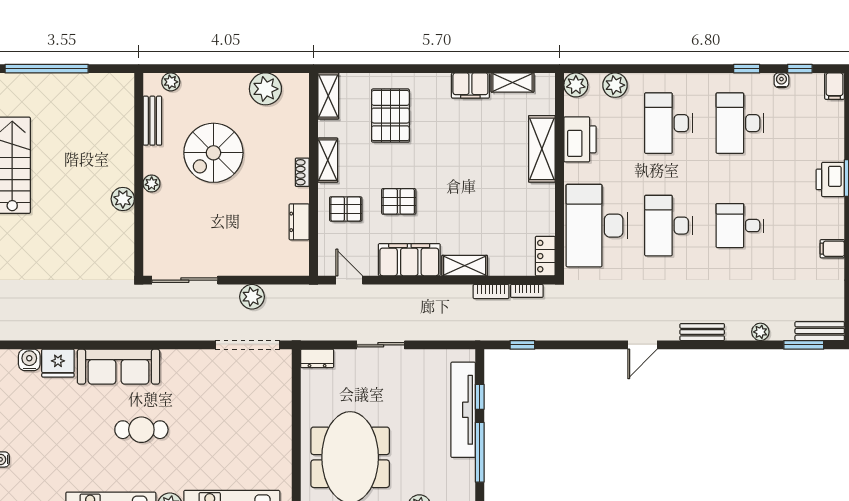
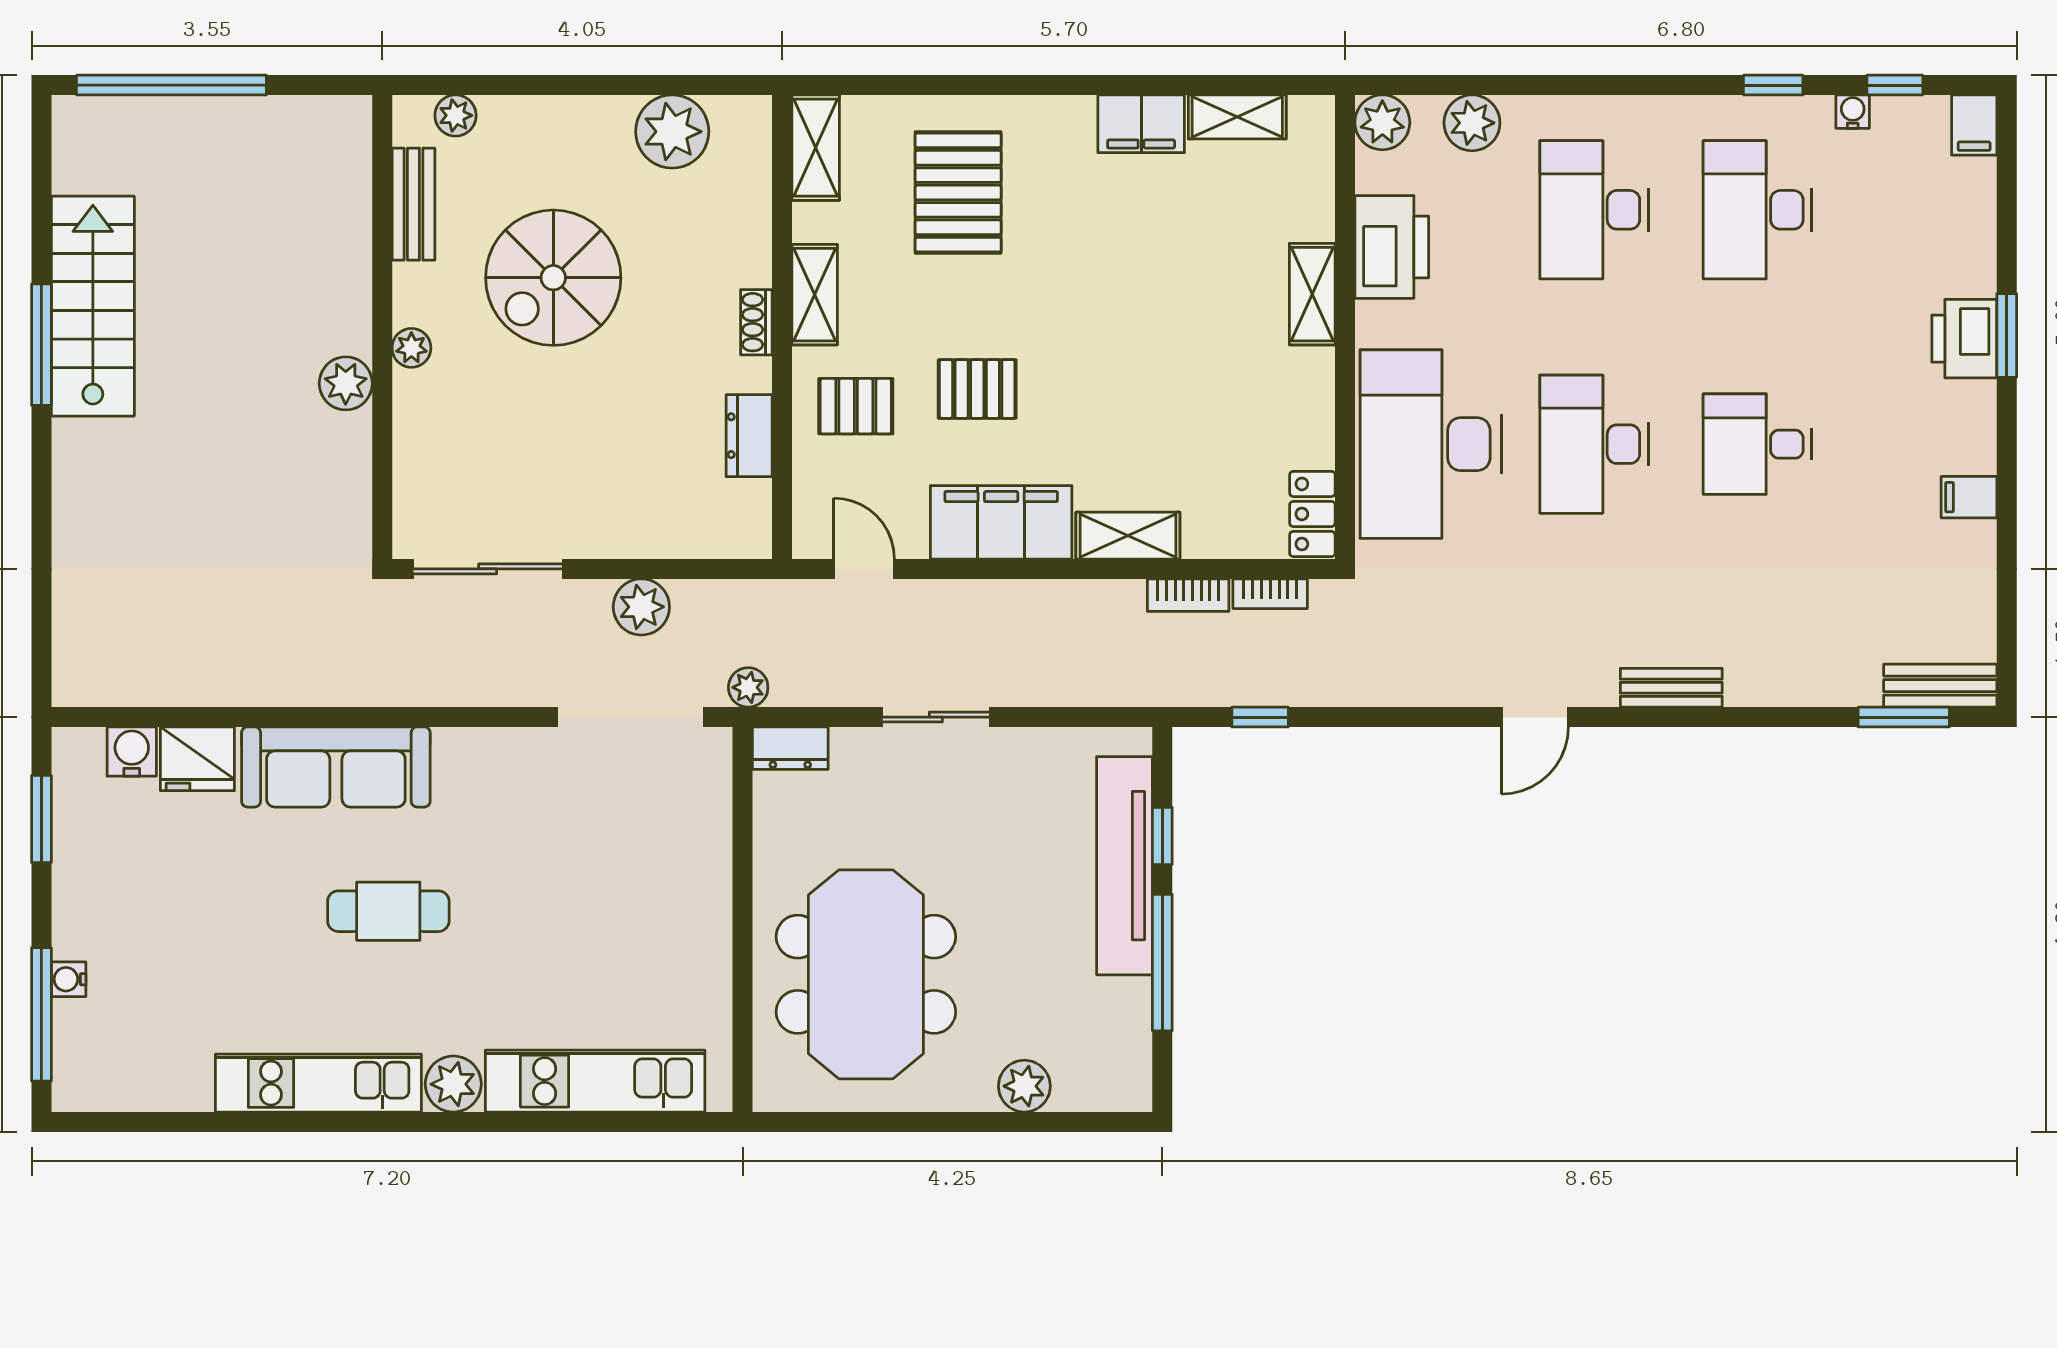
shelving: (542, 149) -> (1312, 294), width x0.67, depth x0.75
plant: (760, 332) -> (748, 687), moved

